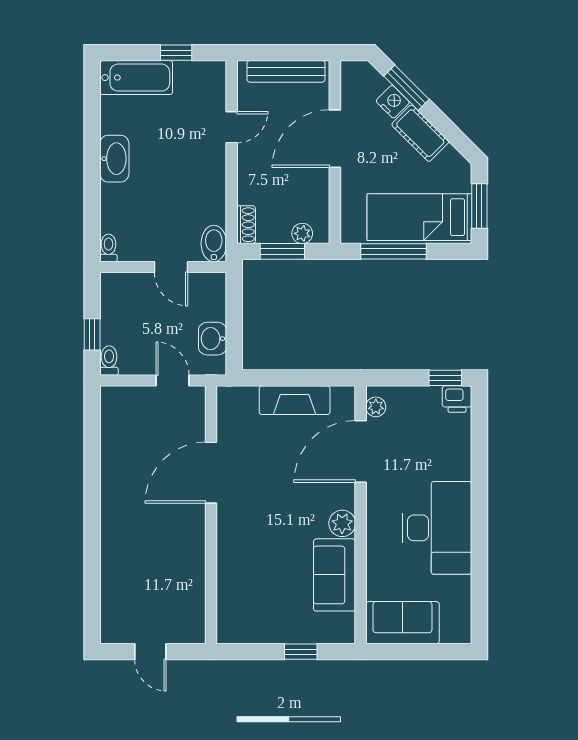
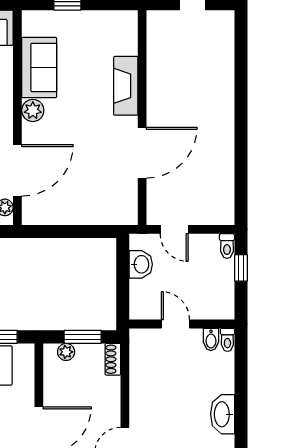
bidet: (214, 244) -> (211, 339), moved, width x0.72, depth x0.74
fireplace: (295, 400) -> (126, 86), moved, turned -90

